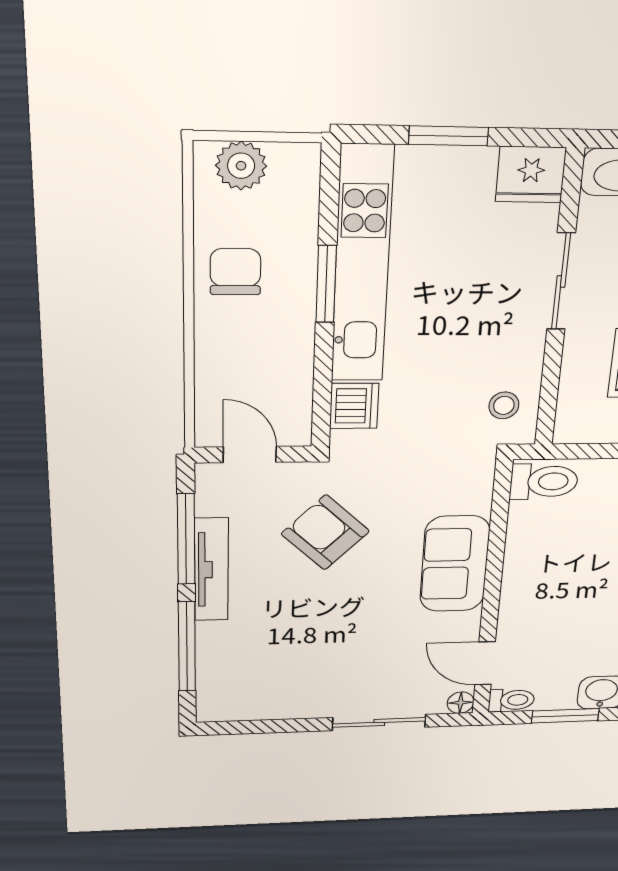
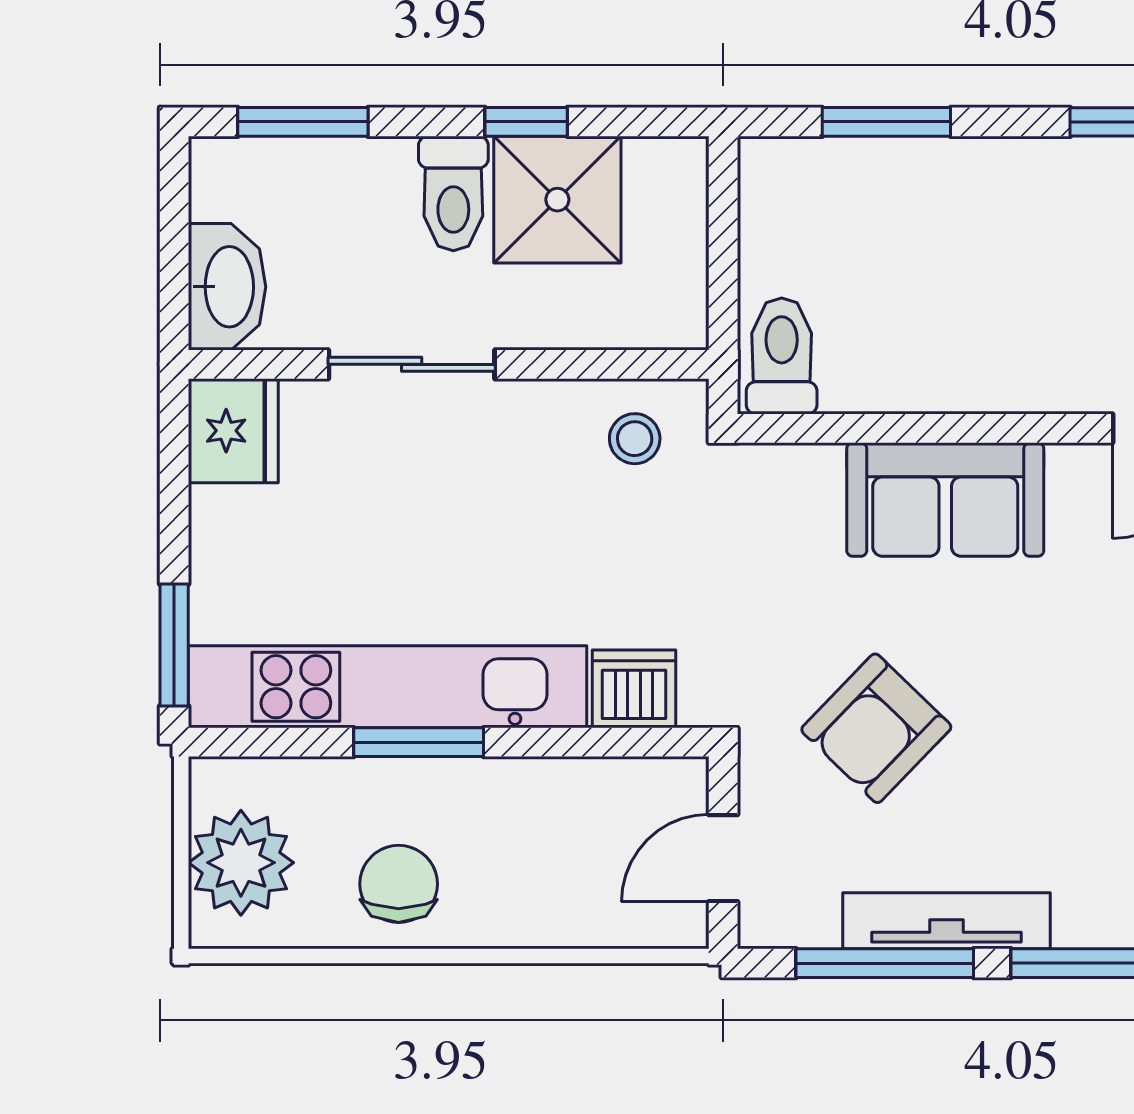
window: (449, 136) -> (174, 645), moved
plant: (241, 166) -> (241, 863), width x1.36, depth x1.36
chair: (235, 272) -> (399, 884), turned 90

